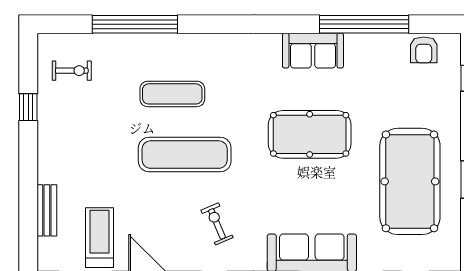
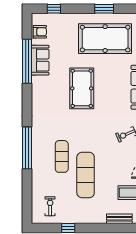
window: (135, 24) -> (27, 148), moved
sofa: (313, 51) -> (40, 60), moved
exercise mat: (185, 155) -> (86, 175), moved

